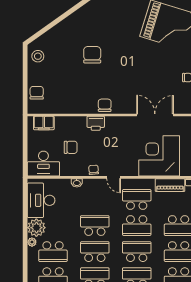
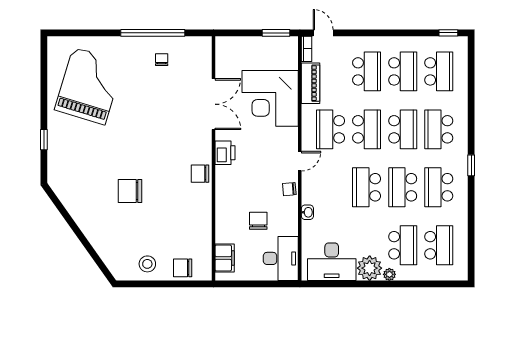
stool: (38, 56) -> (147, 264), moved
double door: (155, 115) -> (213, 104), swing flipped
printer: (96, 123) -> (225, 153), moved
school desk: (137, 252) -> (403, 129), turned 180

